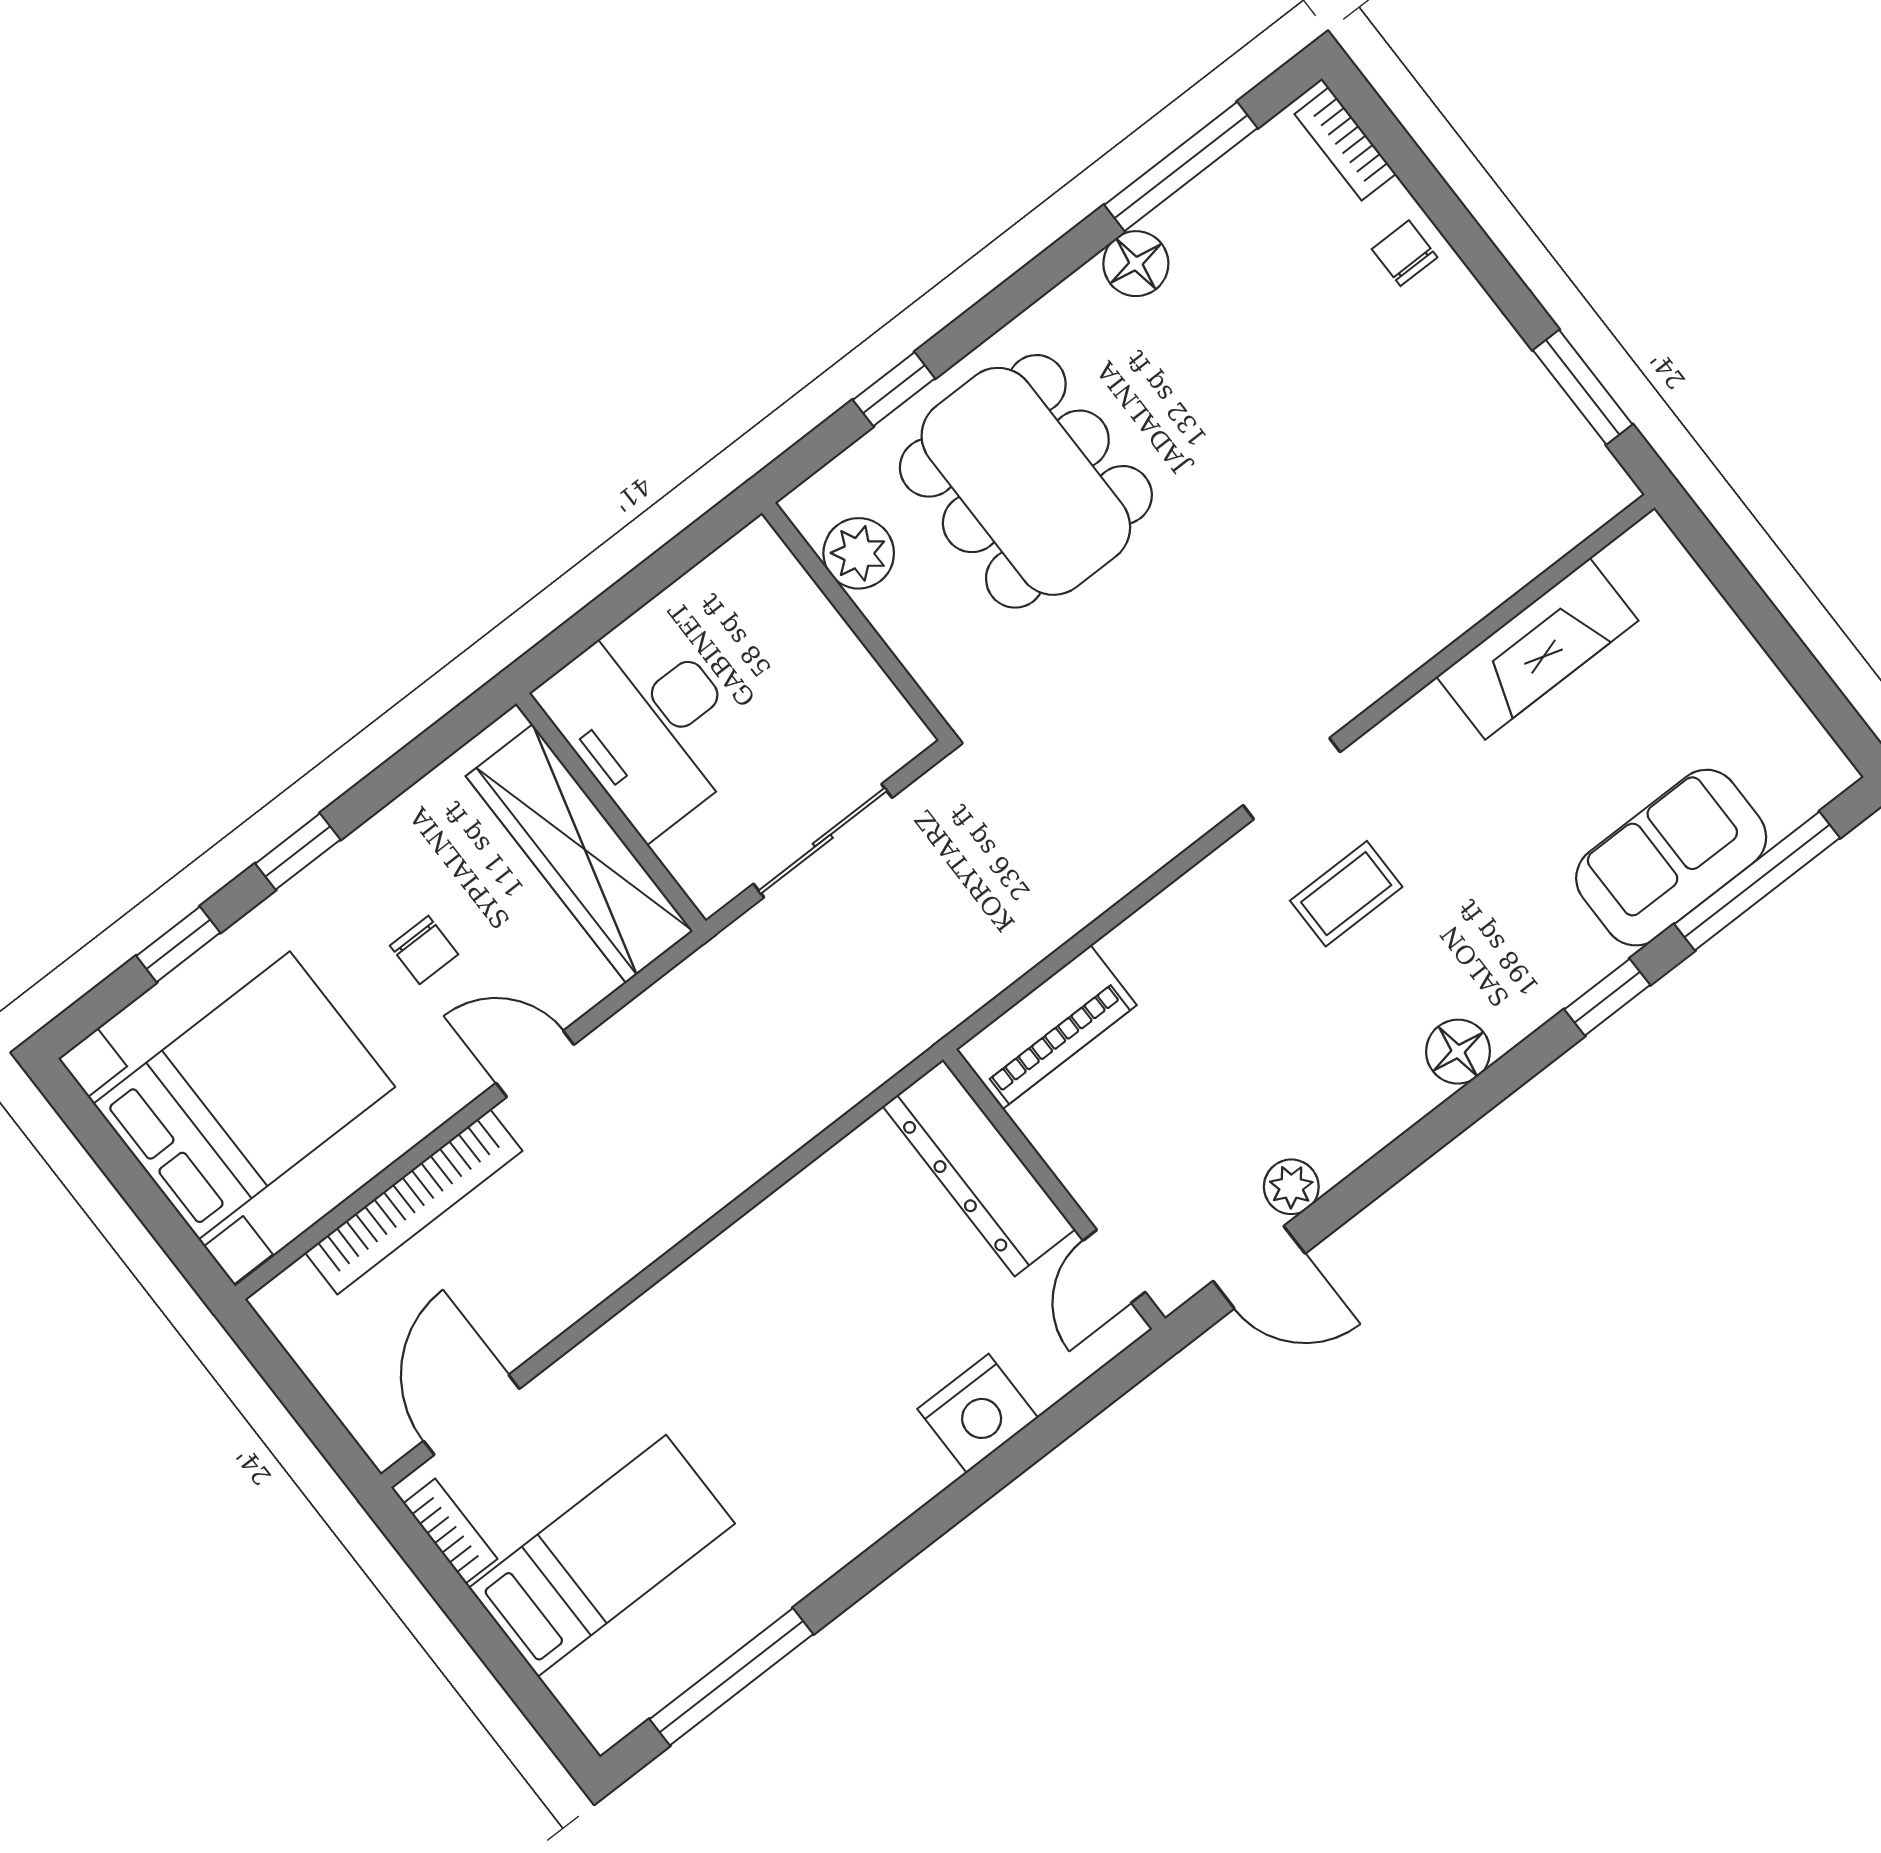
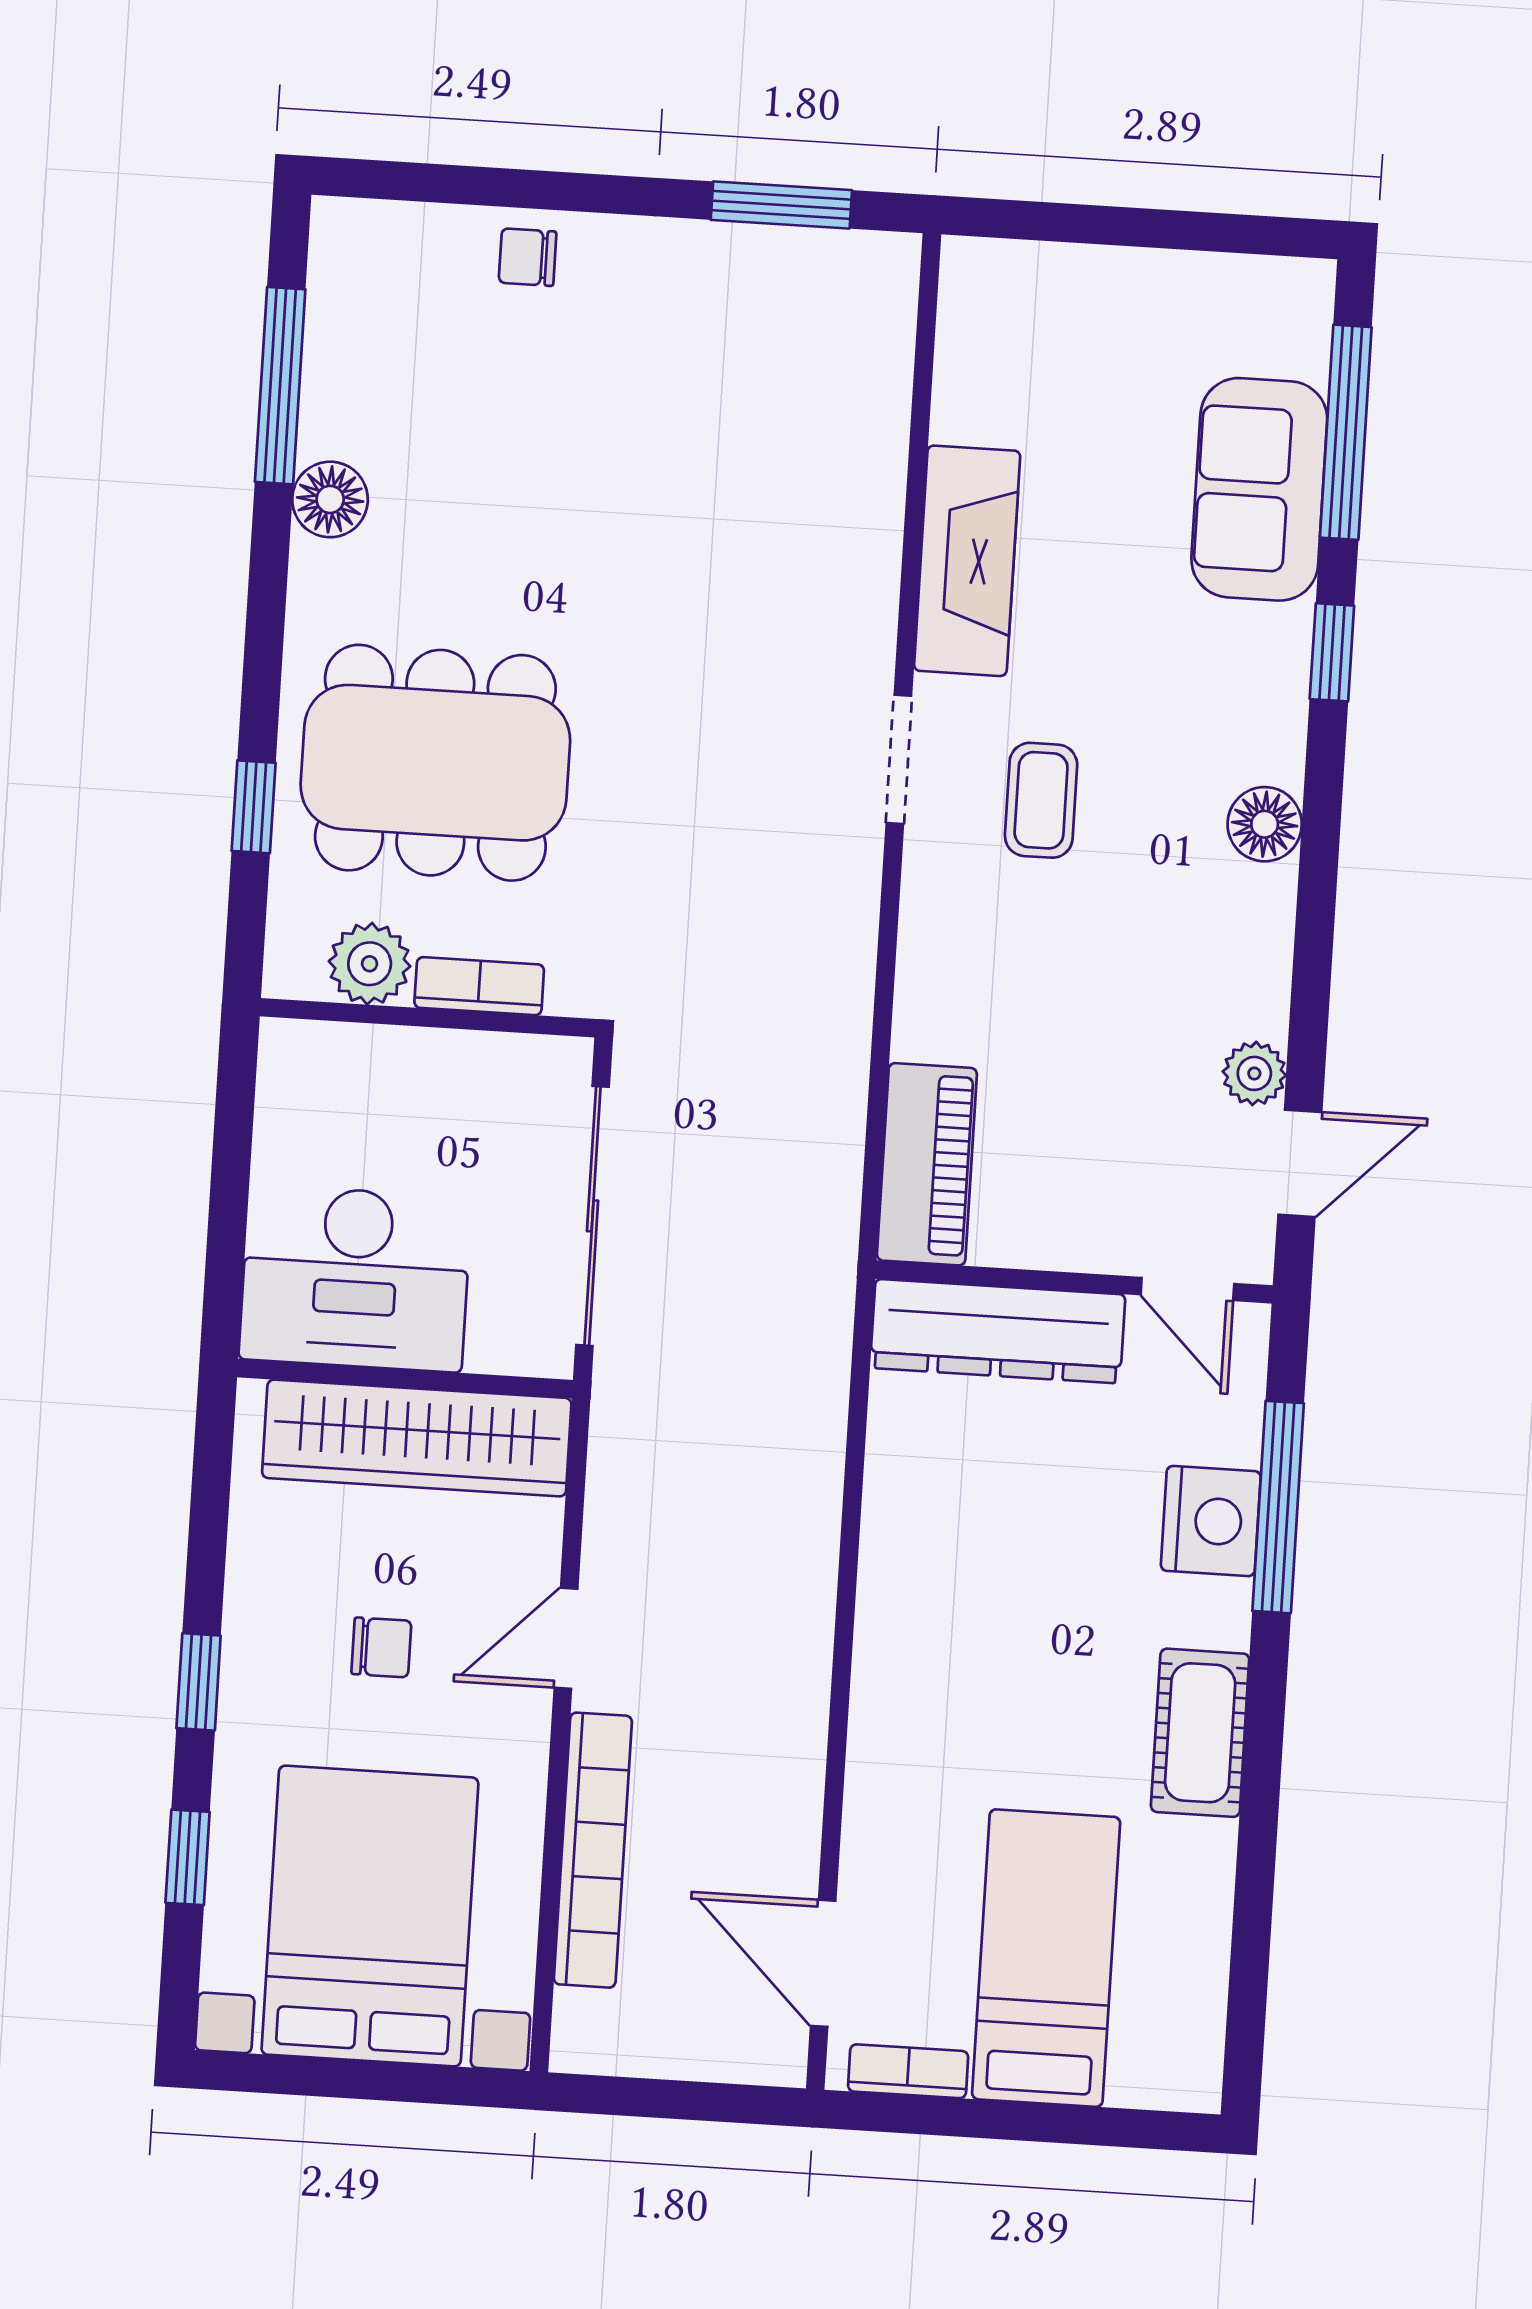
bookcase: (1345, 144) -> (479, 986), moved, turned 180
fireplace: (1537, 649) -> (967, 561), moved
sliding door: (823, 841) -> (593, 1216), width x1.37
cot: (835, 1527) -> (1200, 1733), added
window: (731, 1677) -> (1278, 1507), moved

